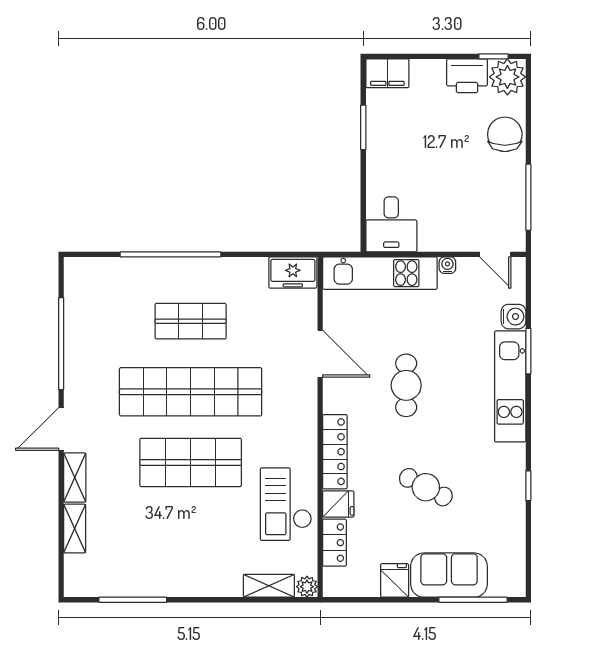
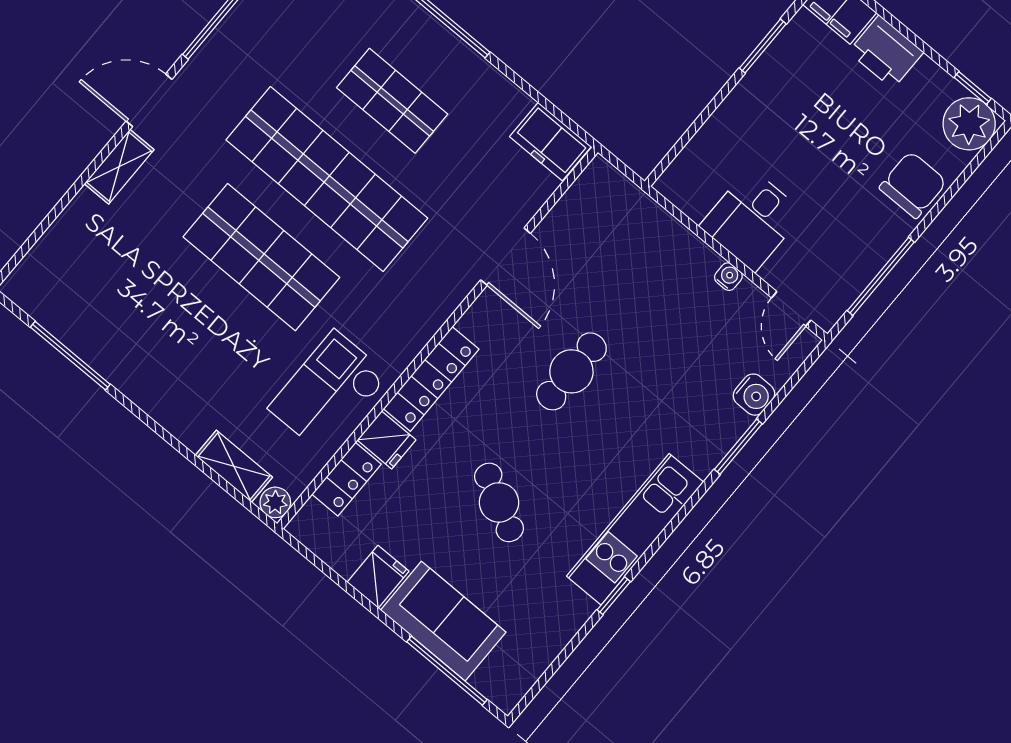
printer: (467, 76) -> (886, 52), moved
desk: (391, 224) -> (752, 220), moved
kitchen unit: (380, 273) -> (646, 223), removed
kitchen unit: (510, 386) -> (635, 529), moved
shelving: (75, 529) -> (72, 223), removed

